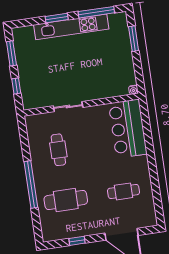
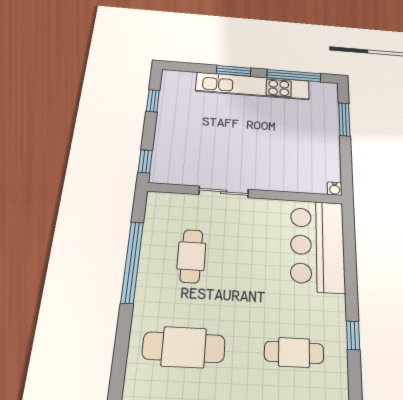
window: (11, 53) -> (153, 101), width x0.67
window: (16, 86) -> (145, 161), moved
window: (154, 176) -> (353, 335), added
window: (31, 185) -> (132, 262), moved

